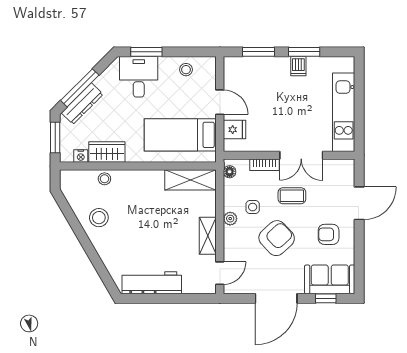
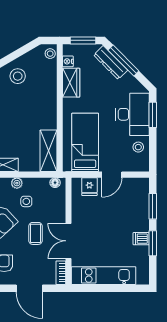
desk: (139, 77) -> (132, 114), width x1.37
bookcase: (264, 165) -> (61, 273), moved
stool: (104, 179) -> (50, 54), moved

